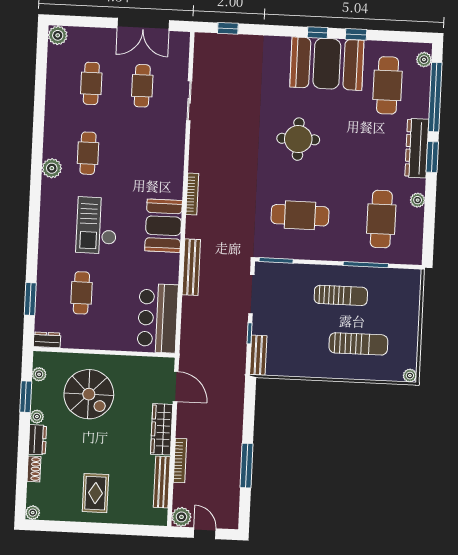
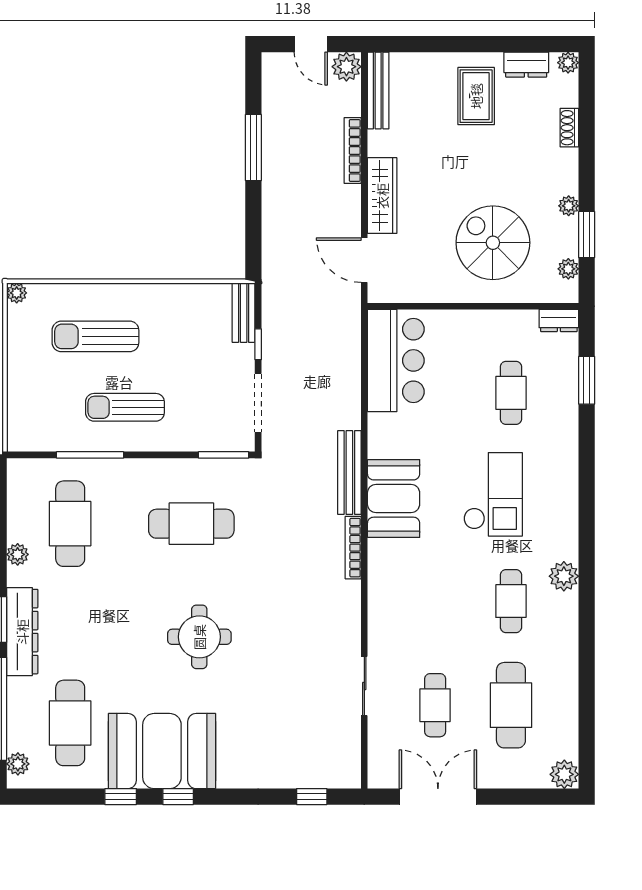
cafe table: (91, 83) -> (511, 705), width x1.37, depth x1.35
bench: (191, 267) -> (349, 472), moved
dresser: (37, 440) -> (526, 65), moved, turned -90
bench: (162, 482) -> (378, 90), moved

